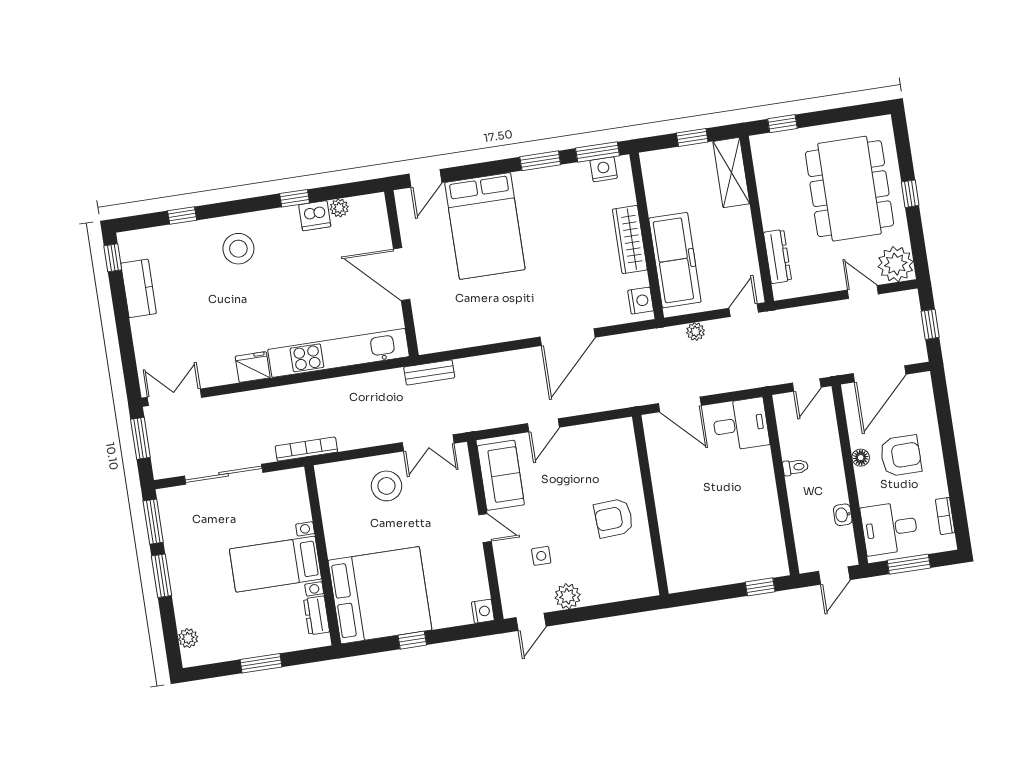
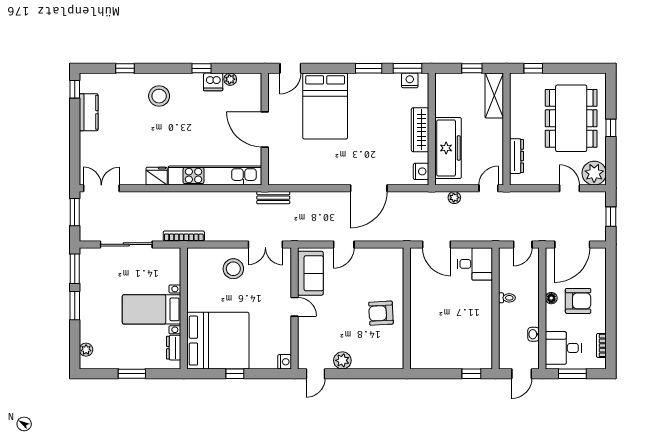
side table: (541, 556) -> (329, 331), removed

